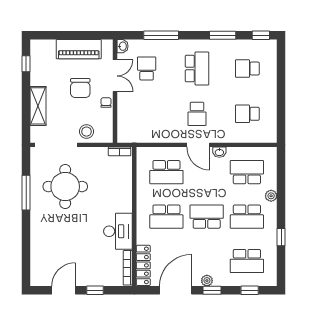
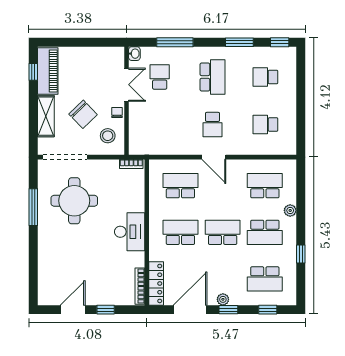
piano: (79, 49) -> (48, 71), moved, turned -90
chair: (80, 88) -> (83, 114), moved, turned -44
stool: (87, 132) -> (108, 136), moved
washbasin: (219, 152) -> (236, 165), removed
school desk: (166, 172) -> (180, 186), turned 180
school desk: (166, 217) -> (180, 232), turned 180
desk: (118, 231) -> (130, 232), moved

